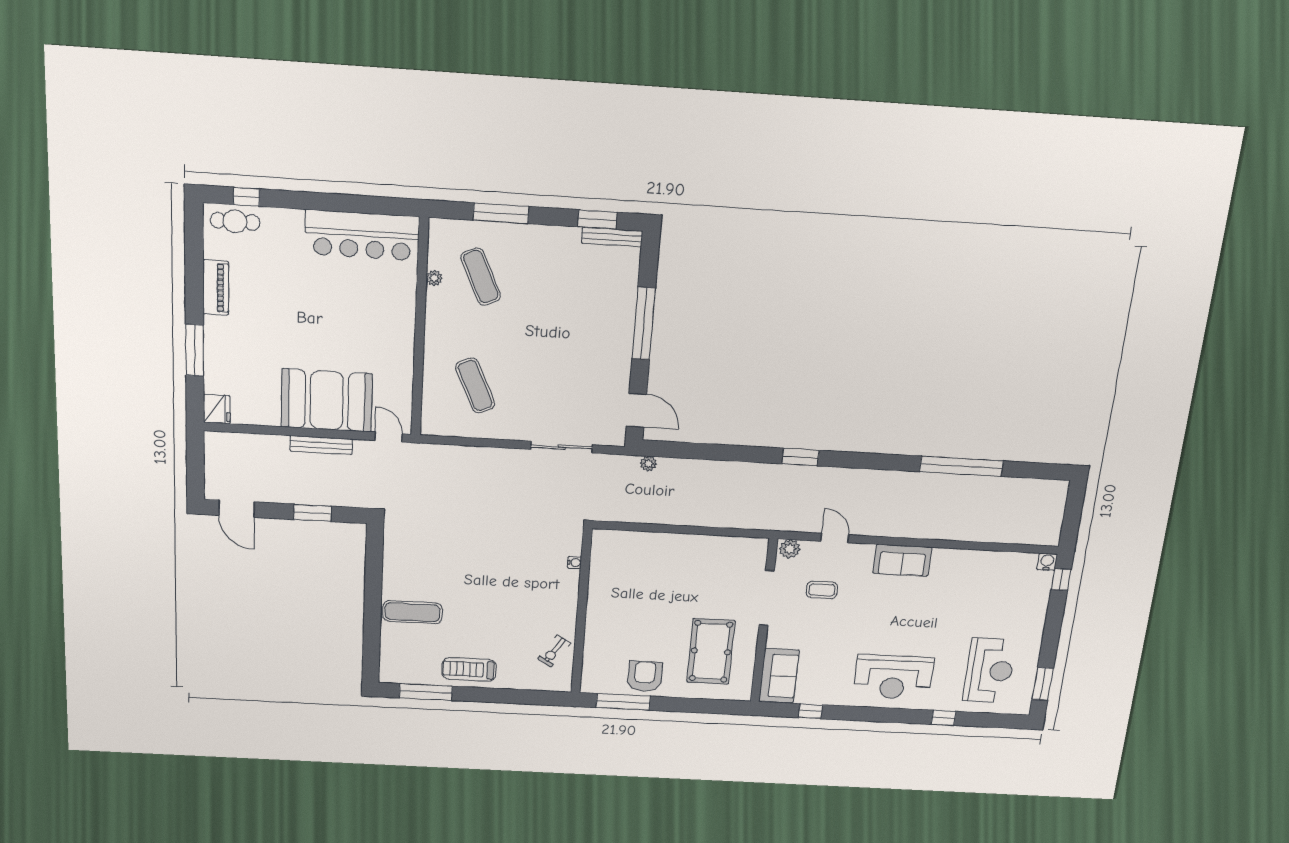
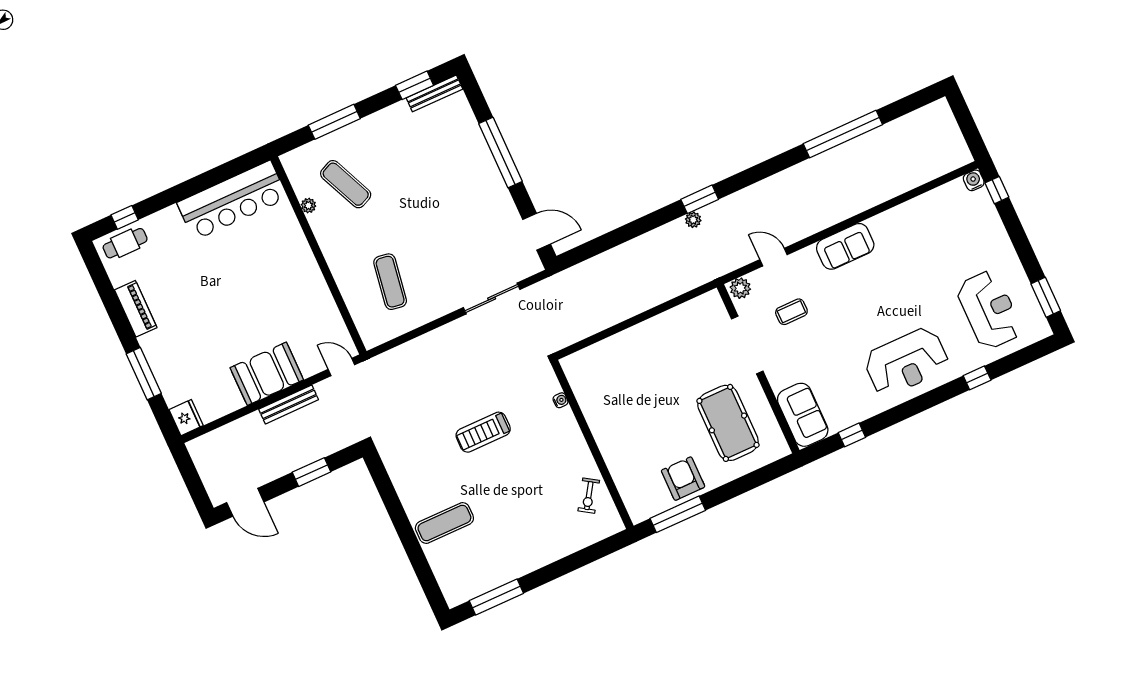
exercise mat: (475, 386) -> (390, 282), turned 33
booth: (327, 400) -> (267, 374), width x0.73, depth x0.70
plant: (648, 464) -> (693, 220), moved
treadmill: (469, 669) -> (483, 432), moved

